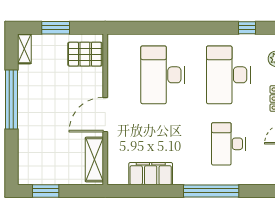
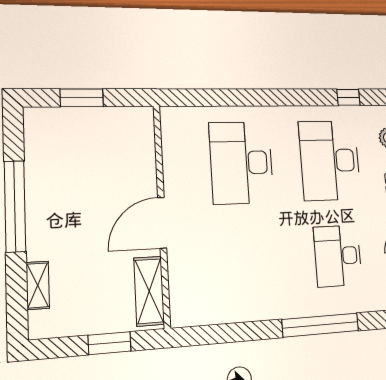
shelving: (24, 49) -> (38, 285), moved
pallet: (85, 54) -> (128, 135), removed
filing cabinet: (151, 174) -> (234, 306), removed
window: (46, 191) -> (109, 343), moved

